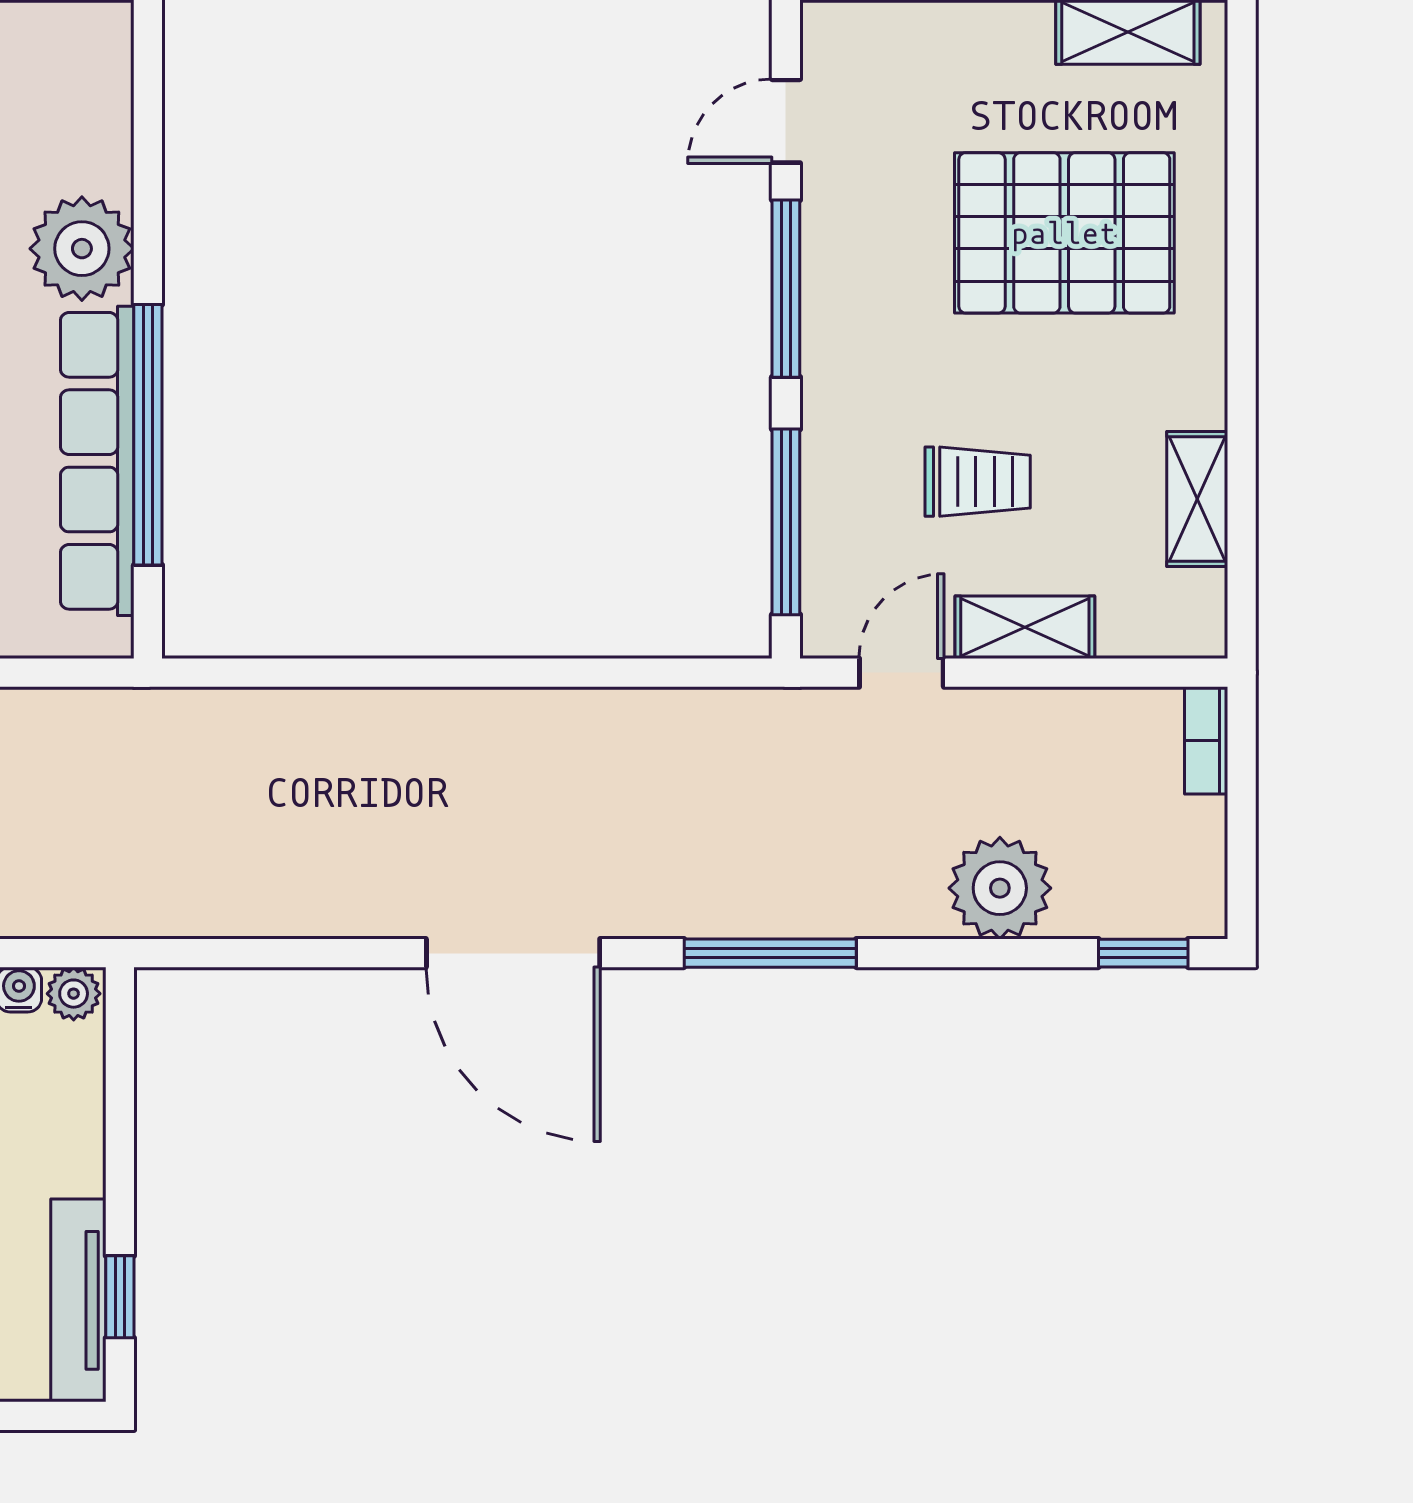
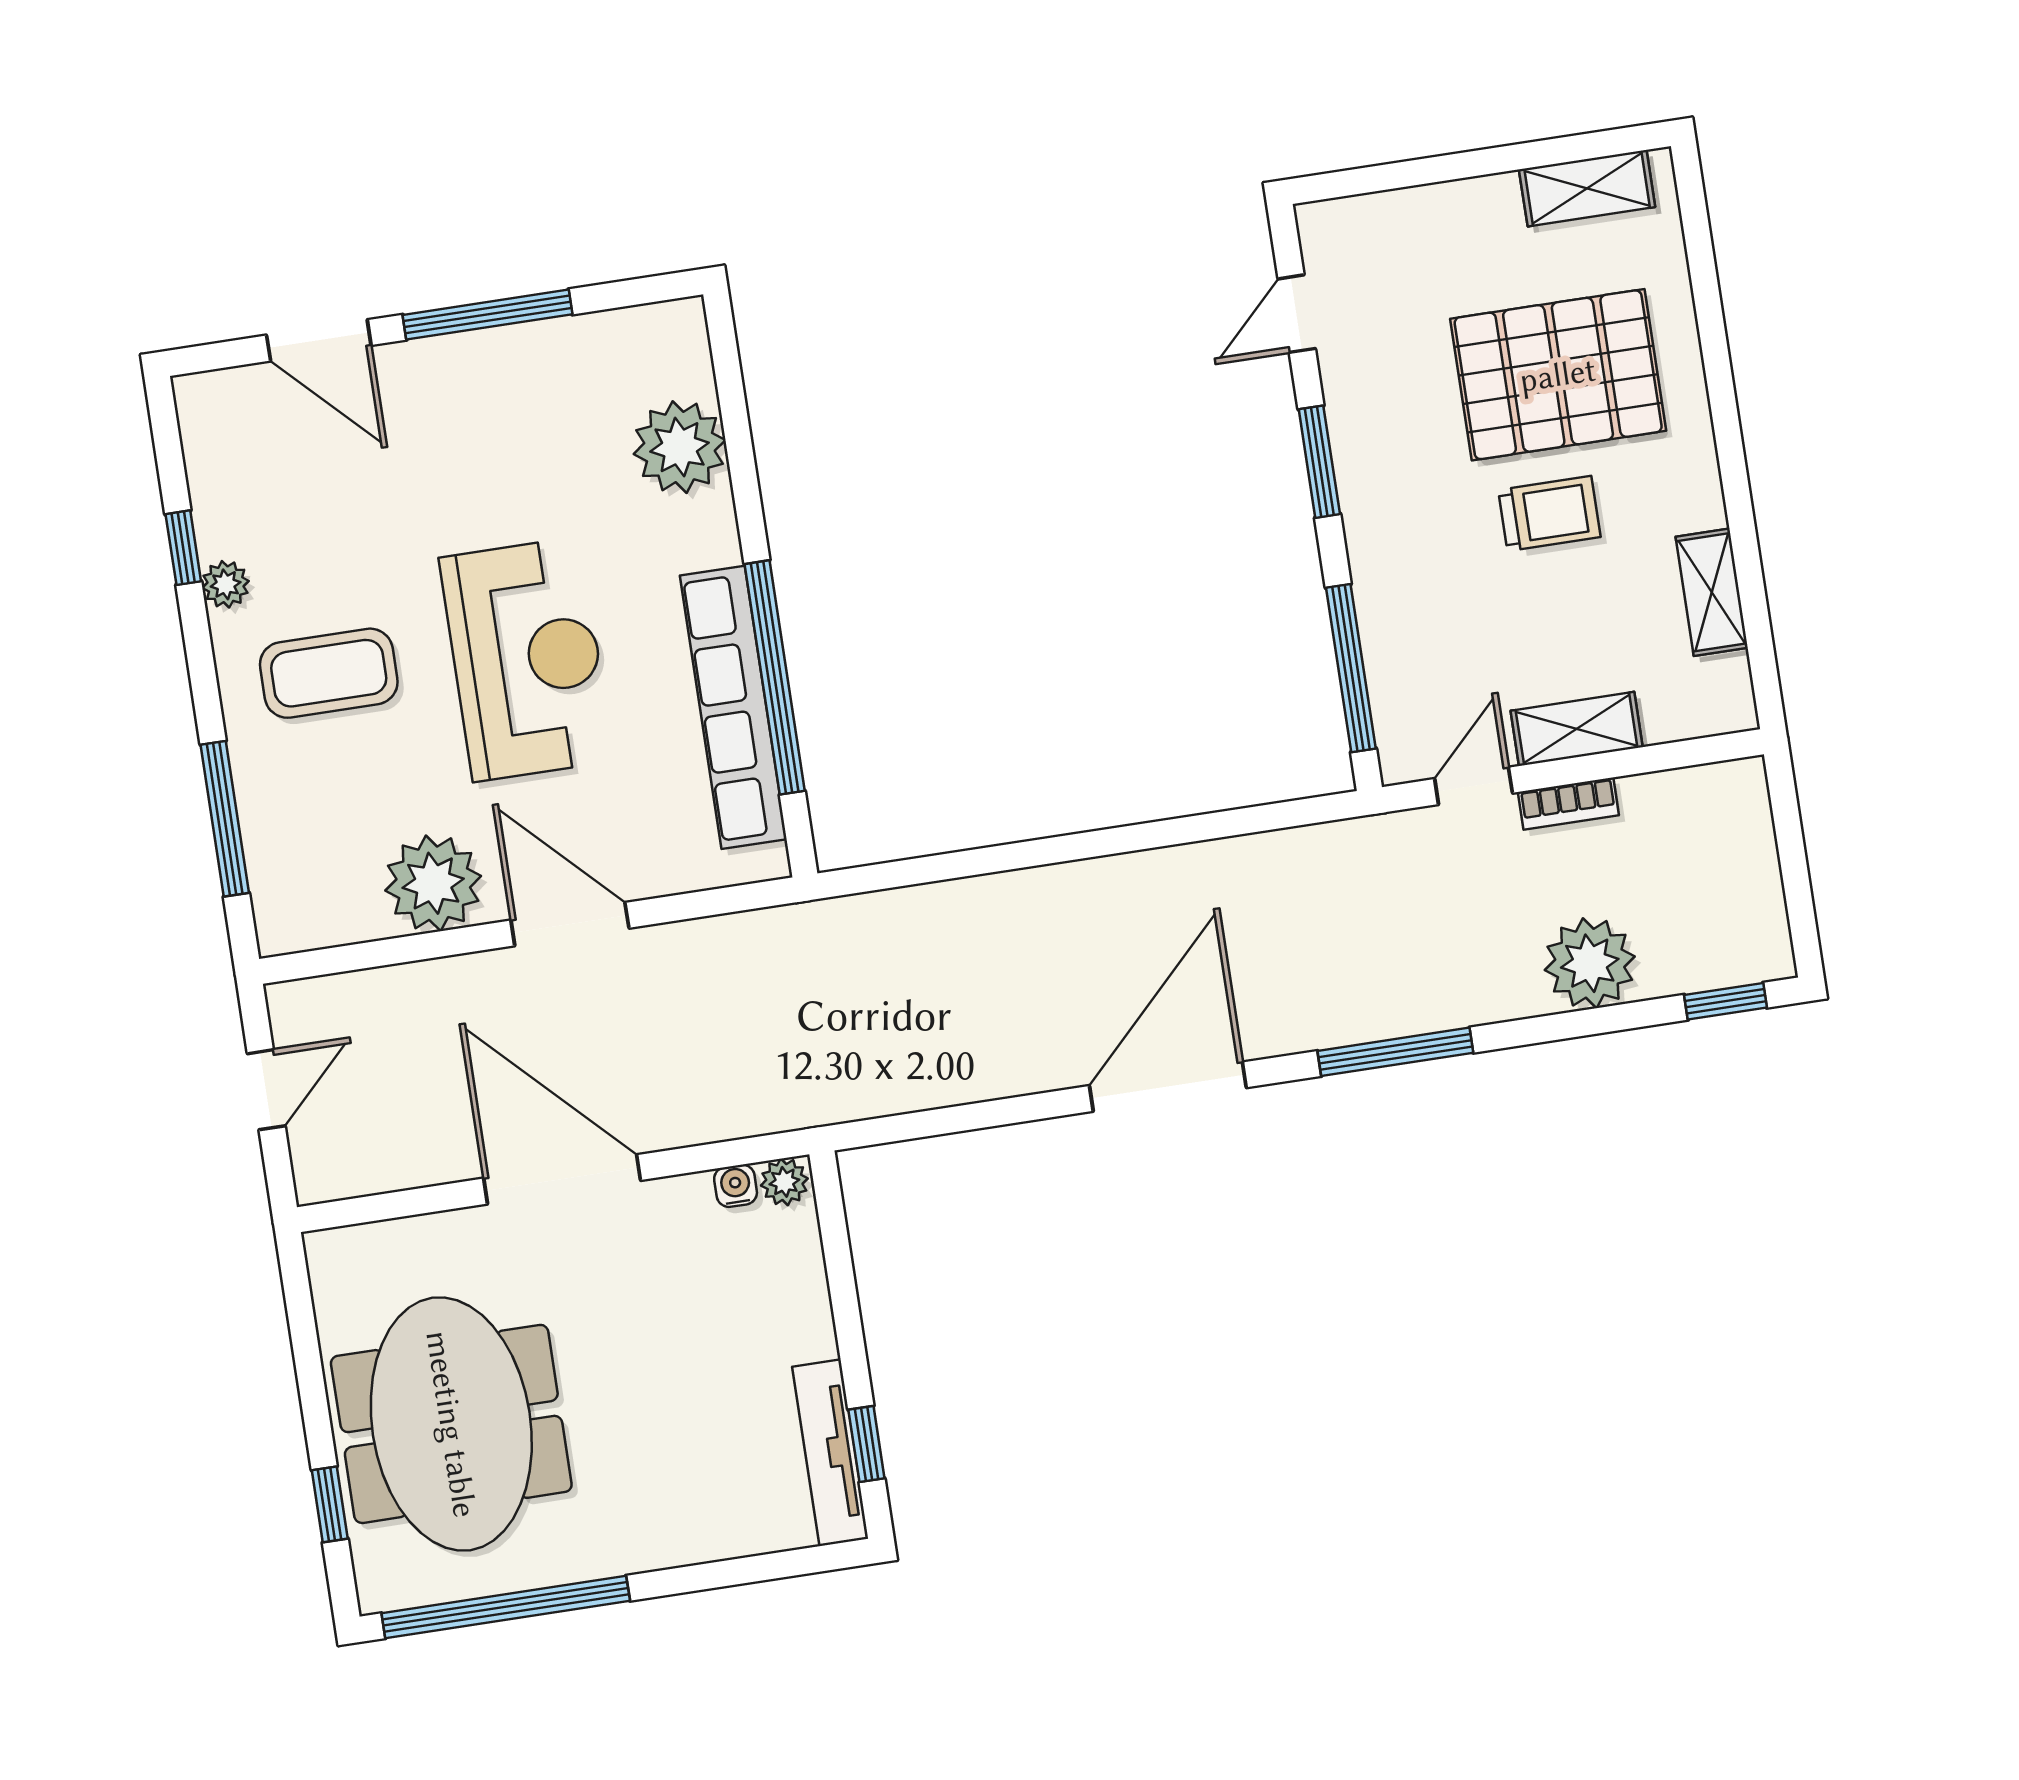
plant: (82, 249) -> (680, 447), moved
window: (786, 289) -> (1319, 462), width x0.69
trolley: (978, 482) -> (1549, 514), moved
bookcase: (1206, 740) -> (1568, 804), moved, turned -90
door: (513, 953) -> (1168, 1087), swing flipped

